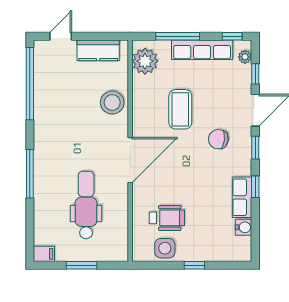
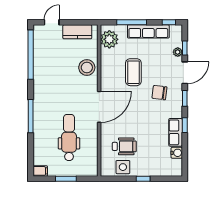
plant: (245, 57) -> (178, 52), moved

